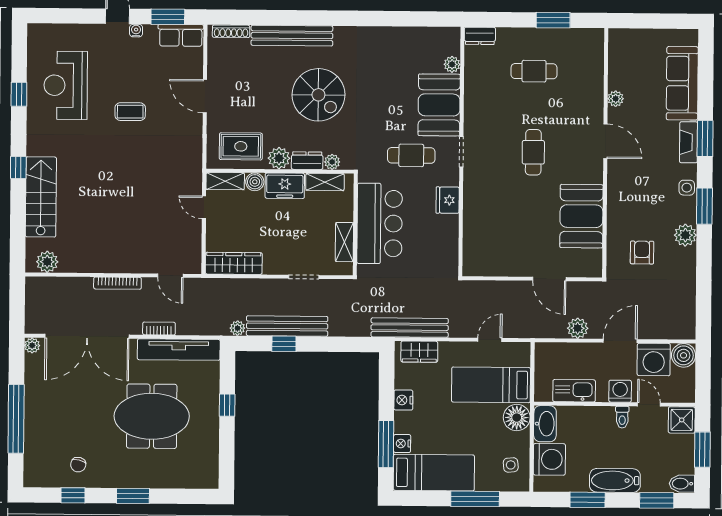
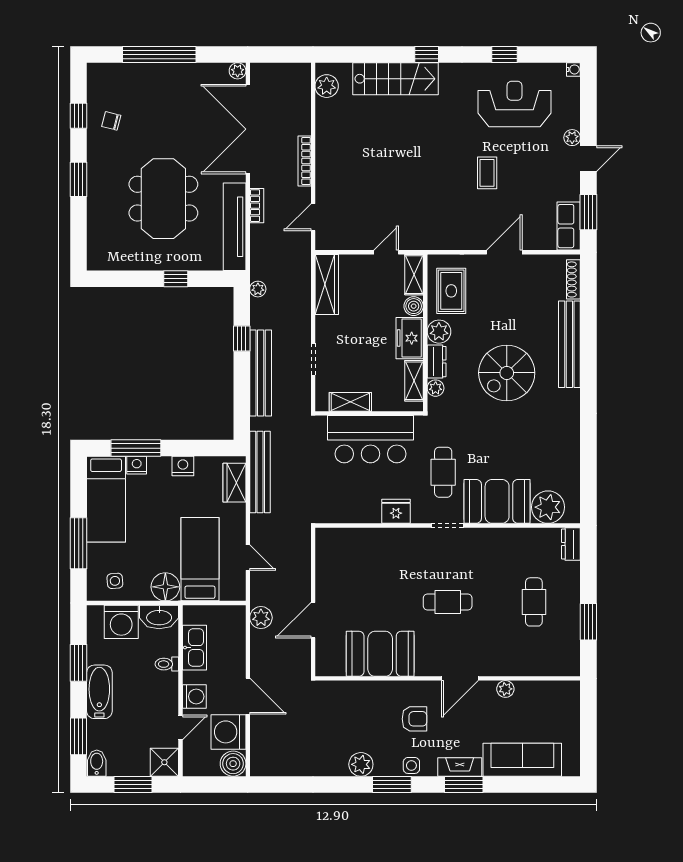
plant: (98, 31) -> (572, 138), added
water cooler: (136, 31) -> (573, 69), moved
plant: (452, 64) -> (548, 507), width x1.88, depth x1.88
armchair: (642, 252) -> (414, 719), moved
bench: (287, 326) -> (261, 373), moved
plant: (578, 328) -> (261, 618), moved
toilet: (622, 417) -> (167, 664), moved

